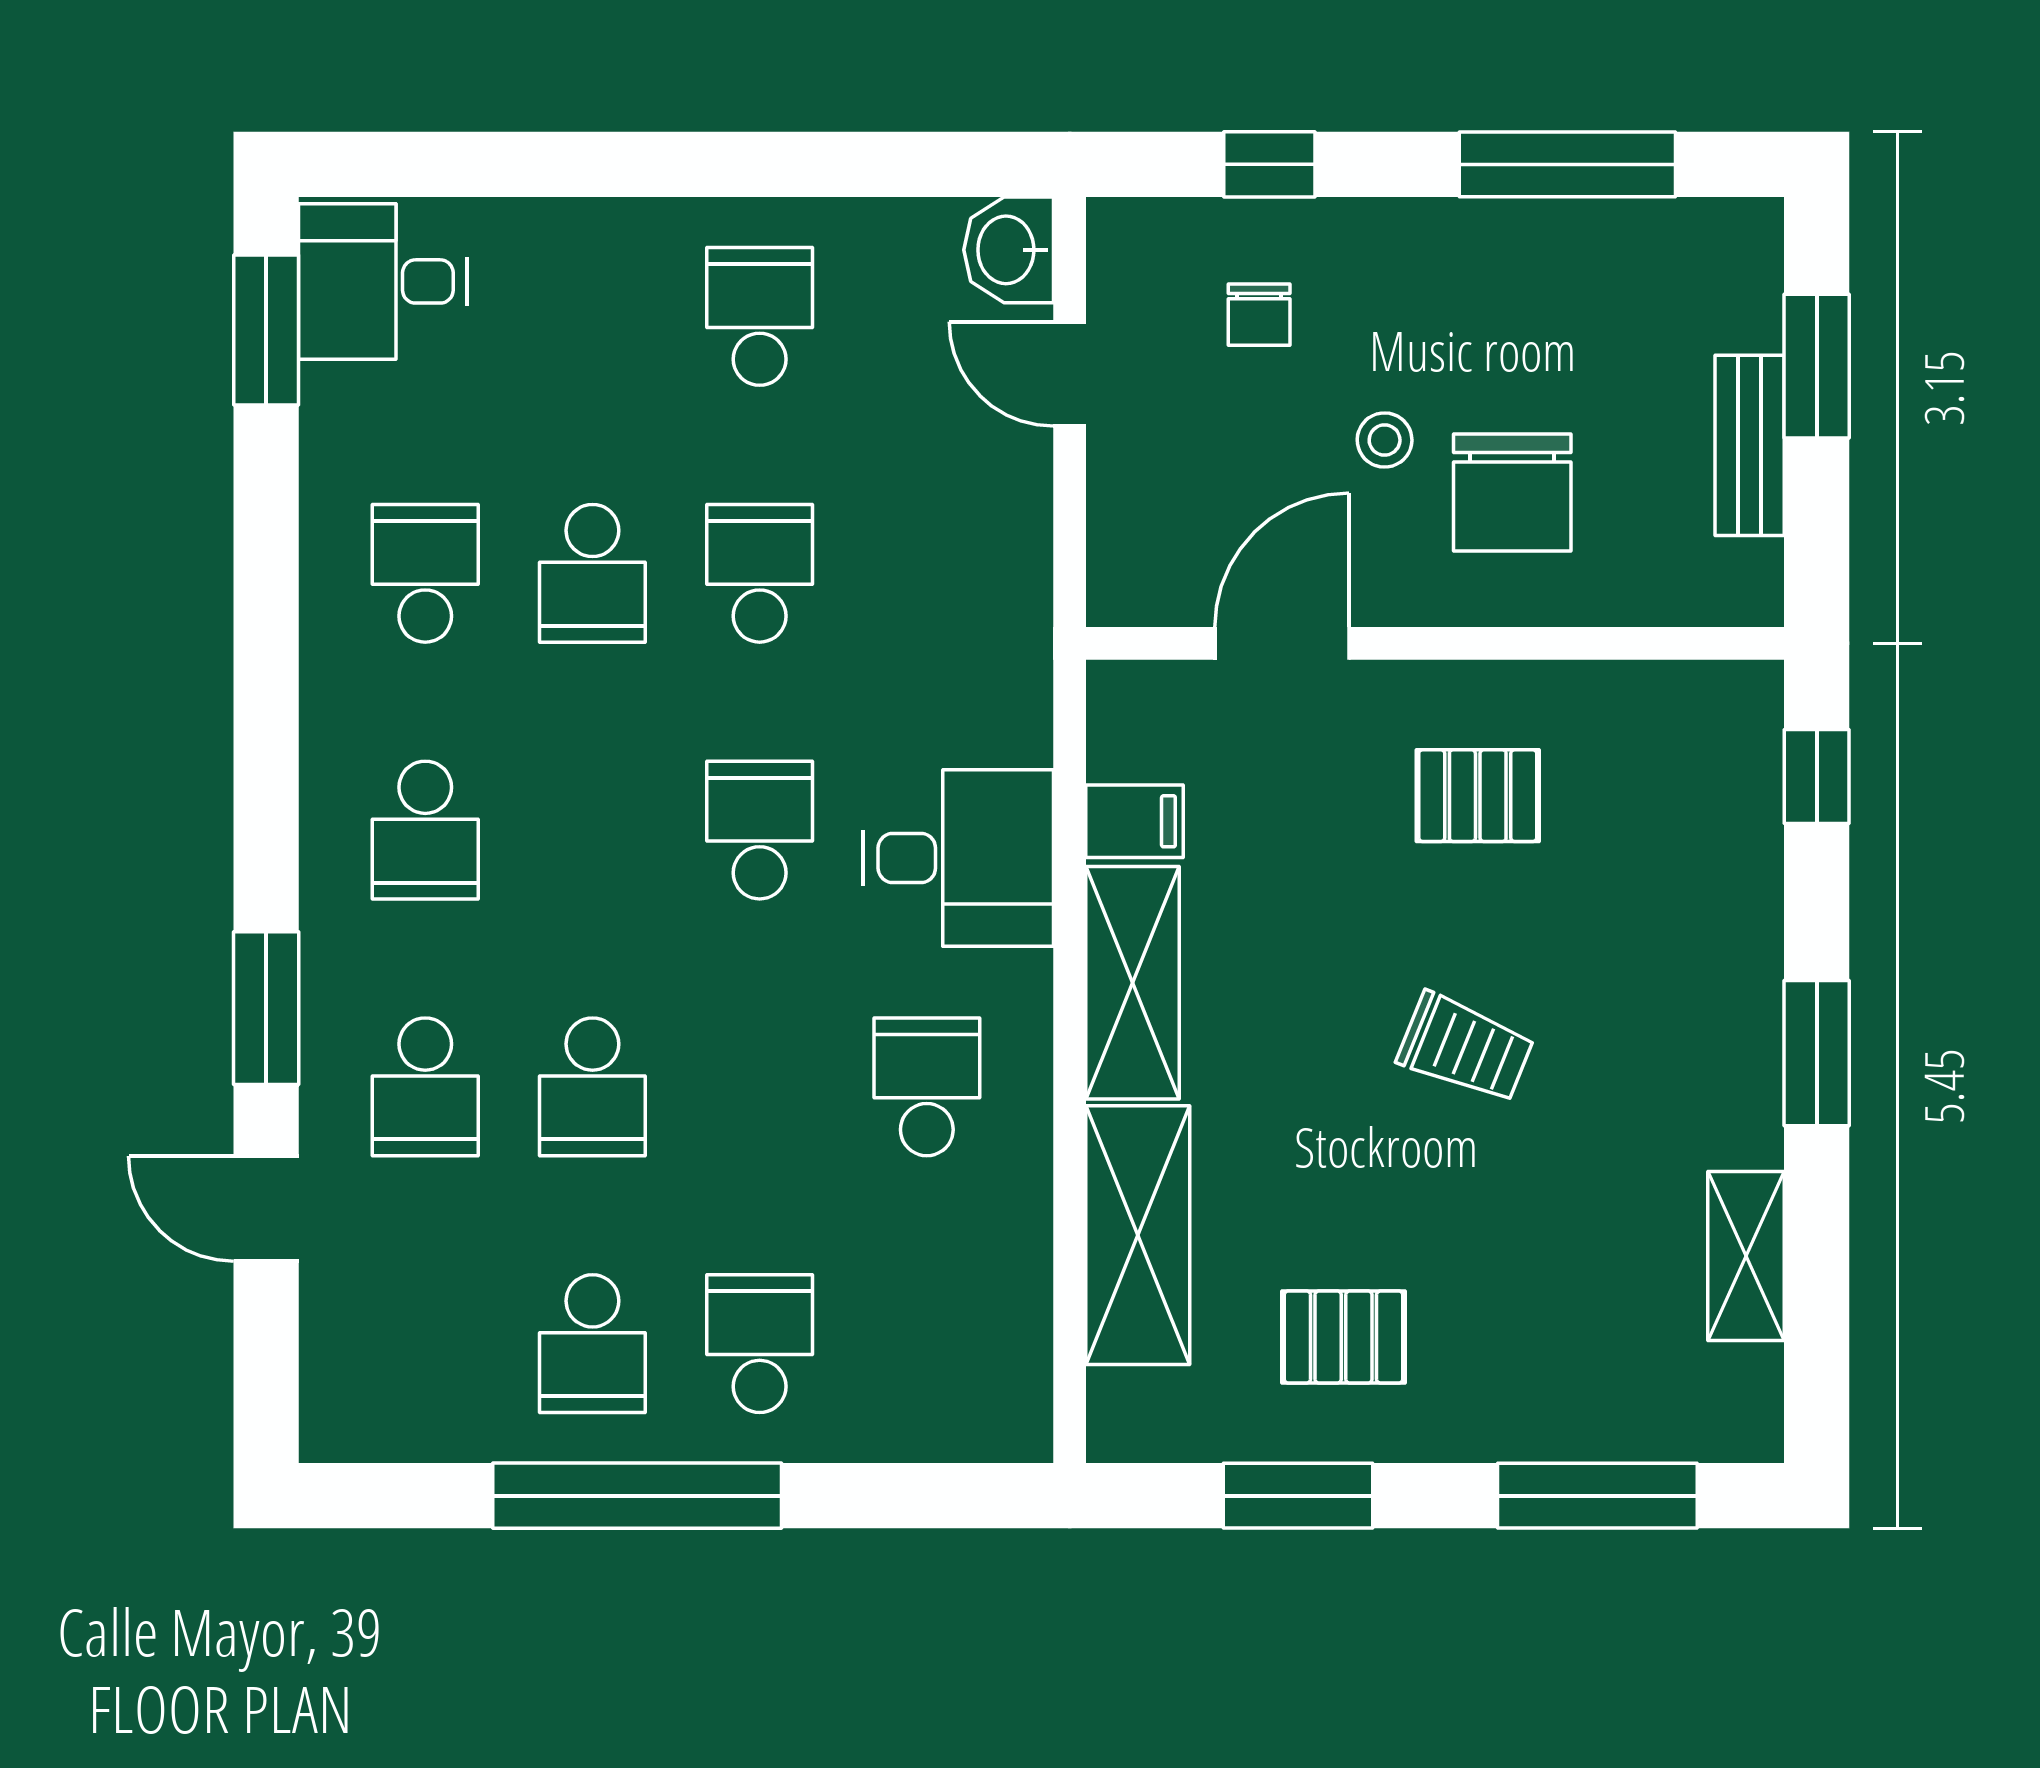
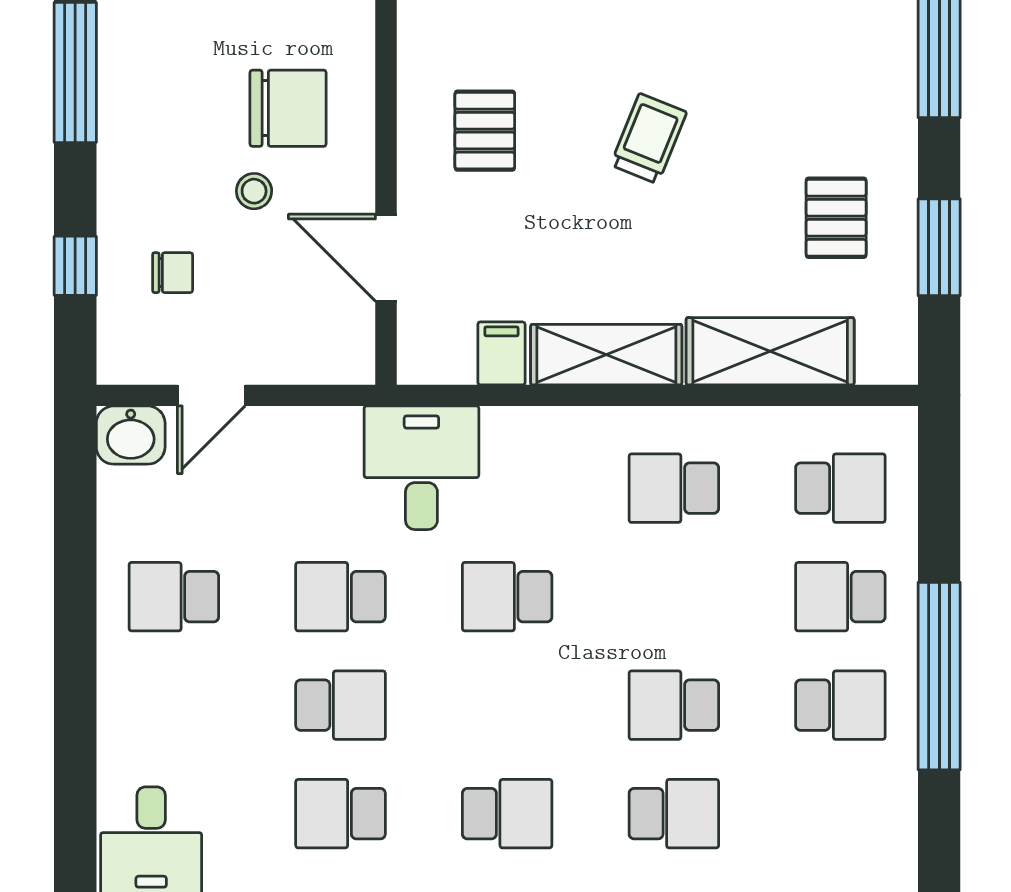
desk: (958, 858) -> (421, 468), moved
school desk: (592, 1087) -> (674, 705), turned 180
school desk: (927, 1344) -> (840, 488), added

